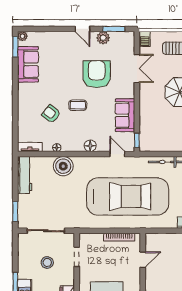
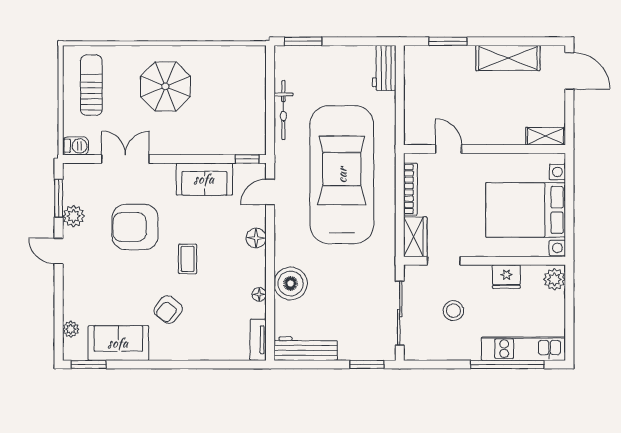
door: (82, 29) -> (59, 251), swing flipped
plant: (23, 36) -> (71, 329), moved
armchair: (51, 114) -> (168, 310), moved
wardrobe: (91, 240) -> (415, 237), added

